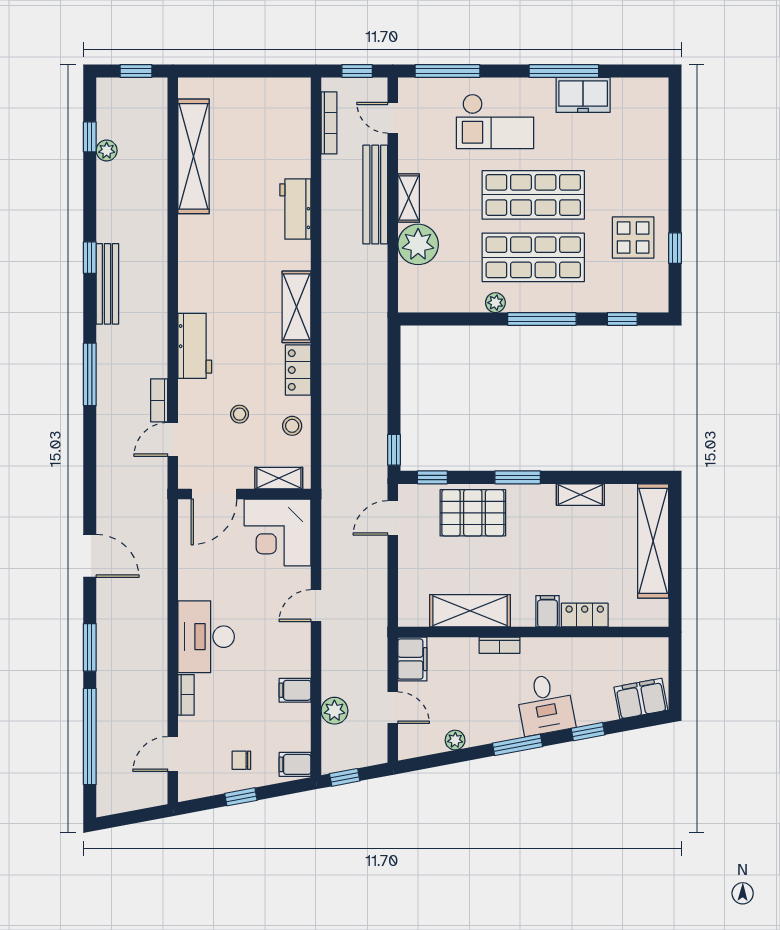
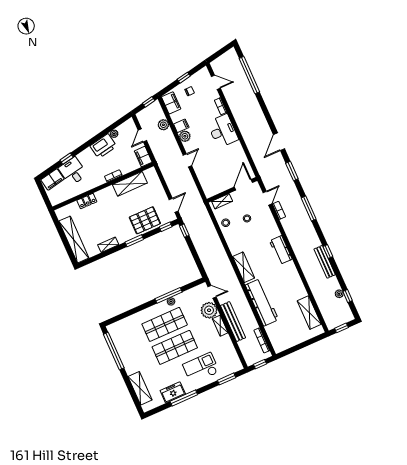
window: (447, 71) -> (227, 379), width x0.69
door: (393, 118) -> (212, 292), moved
shelving: (653, 137) -> (140, 388), added
shelving: (194, 156) -> (309, 313), width x0.68
workbench: (295, 209) -> (262, 302), width x1.88, depth x1.32
display table: (633, 237) -> (131, 348), removed
window: (675, 248) -> (114, 351), width x3.17
bench: (107, 284) -> (325, 262), moved
window: (542, 319) -> (169, 295), moved
window: (622, 319) -> (122, 316), removed
workbench: (195, 346) -> (281, 250), moved
locker: (298, 370) -> (233, 244), removed
corner desk: (278, 532) -> (214, 181), removed
door: (90, 556) -> (279, 142), hinge flipped
filing cabinet: (548, 611) -> (101, 196), removed
window: (90, 647) -> (292, 171), moved
plant: (297, 663) -> (185, 136), added
desk: (545, 704) -> (73, 171), moved
door: (393, 708) -> (142, 135), hinge flipped
printer: (492, 723) -> (103, 146), added
window: (518, 745) -> (90, 142), removed
door: (173, 754) -> (216, 82), hinge flipped
filing cabinet: (295, 764) -> (171, 103), width x2.00

